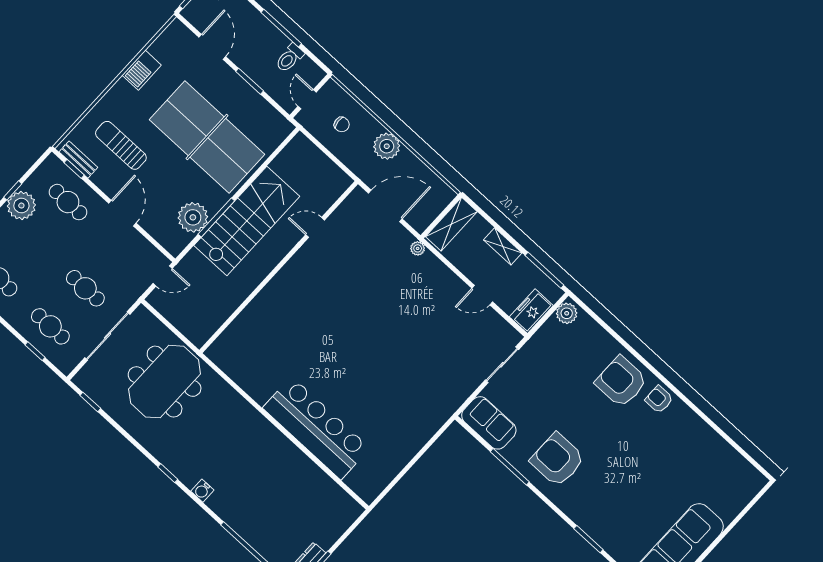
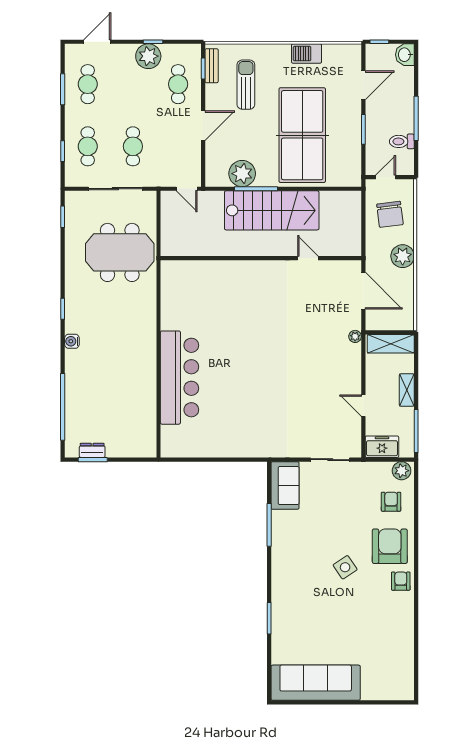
chair: (342, 124) -> (390, 214), width x1.87, depth x1.87
side table: (604, 436) -> (345, 567), added
armchair: (557, 460) -> (391, 502), moved, width x0.53, depth x0.53

